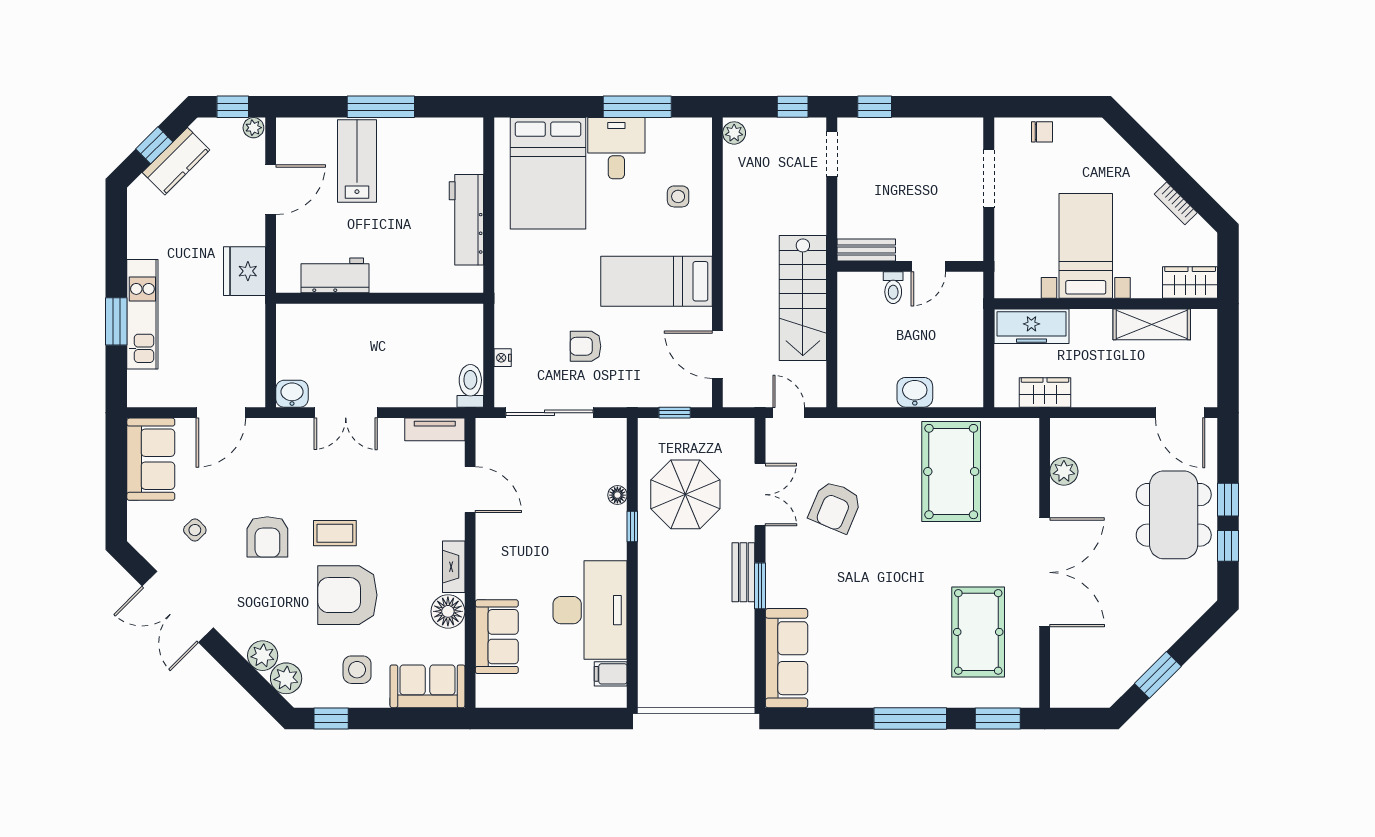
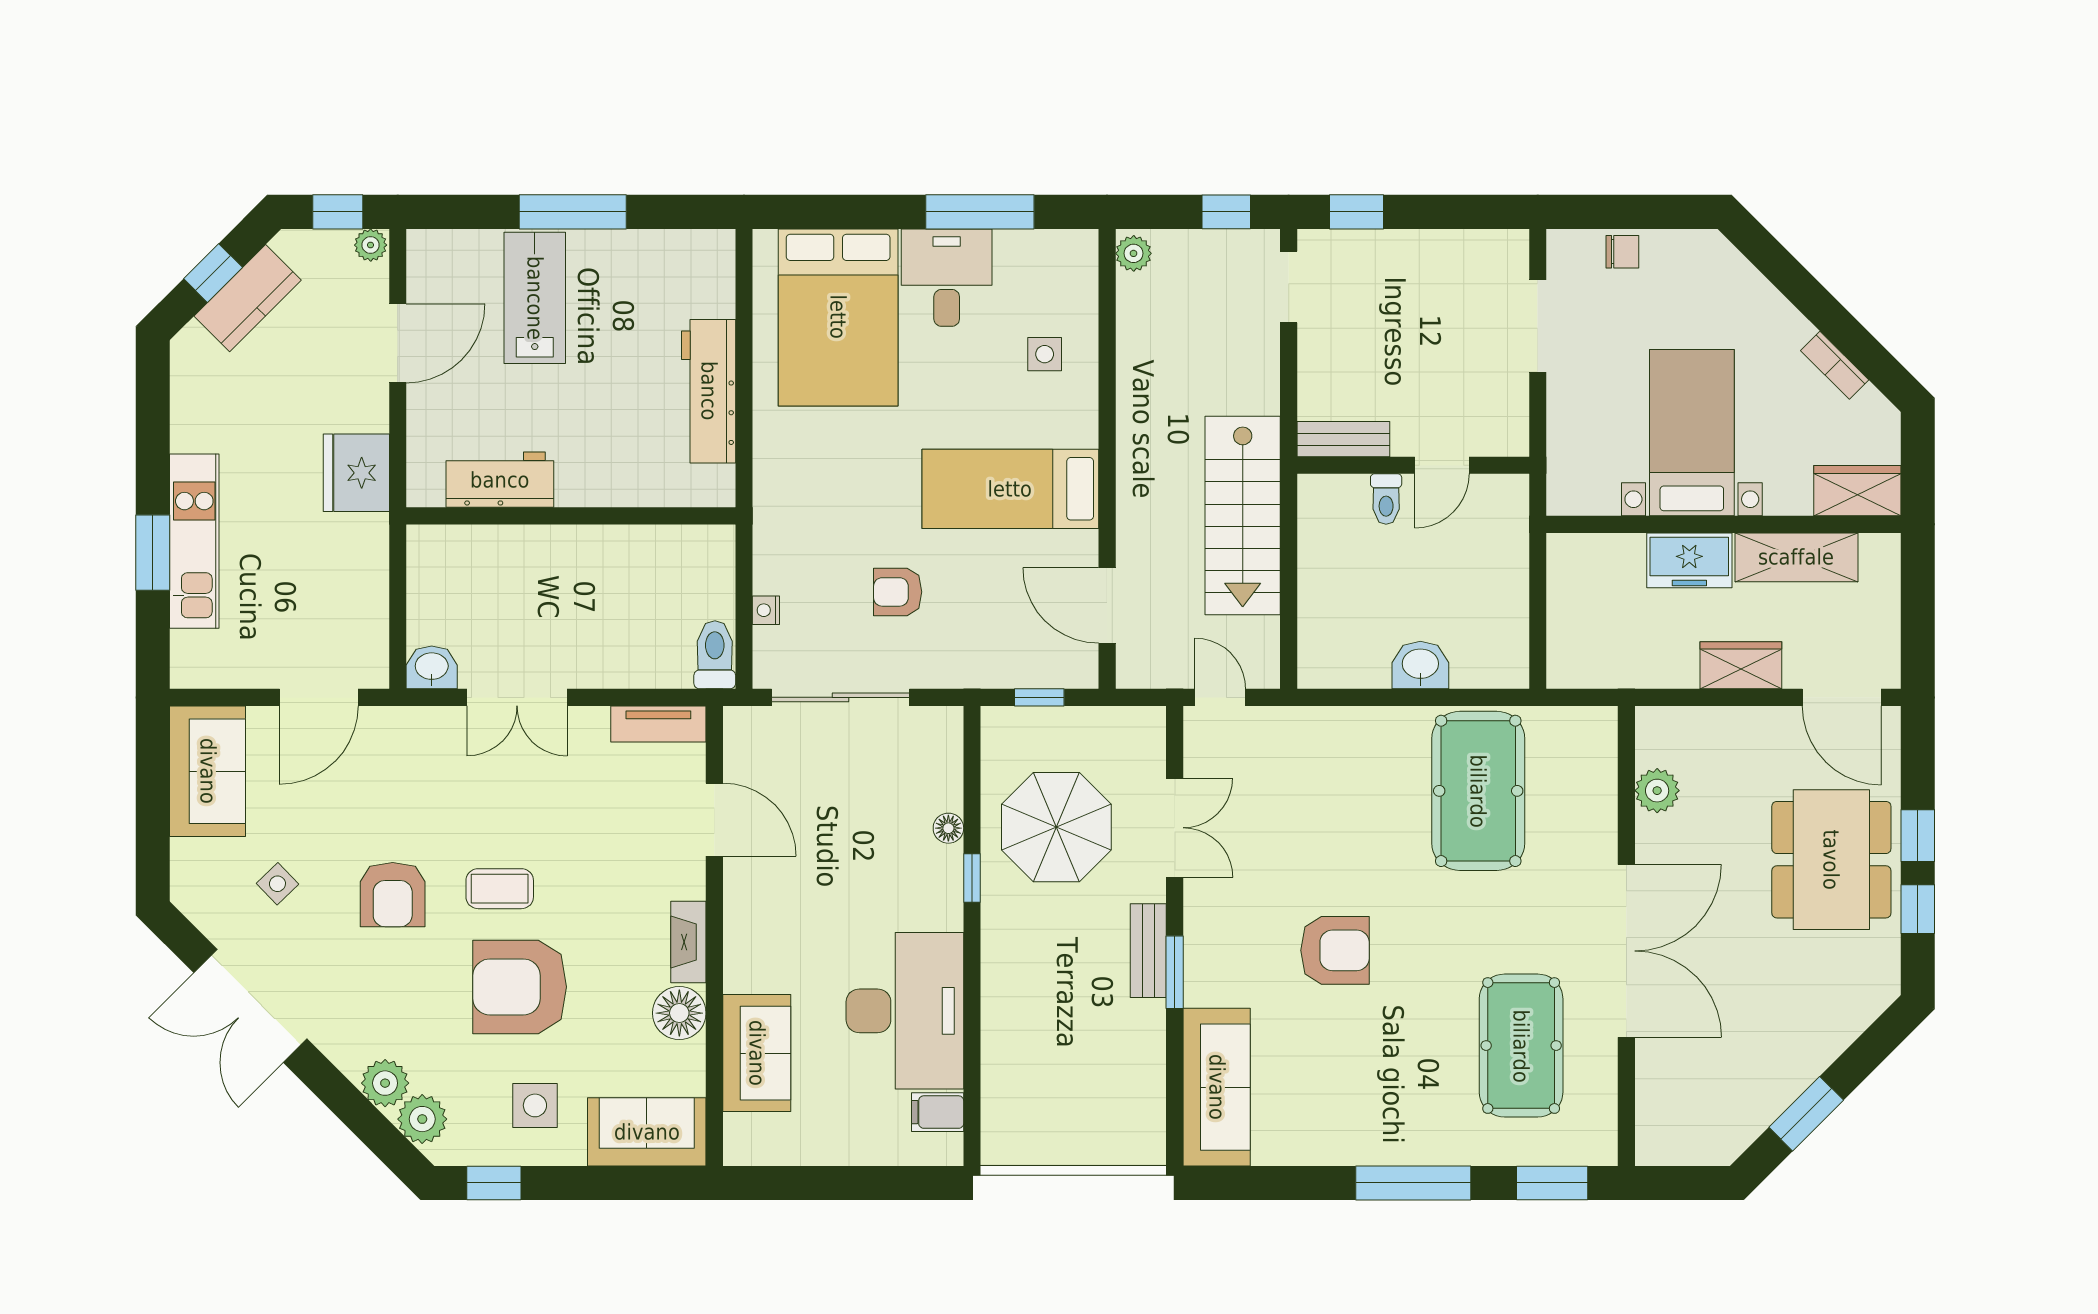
freezer: (1031, 326) -> (1689, 560), moved, width x0.71
wardrobe: (1045, 392) -> (1741, 665), moved
armchair: (835, 507) -> (1335, 950), moved, turned -113

